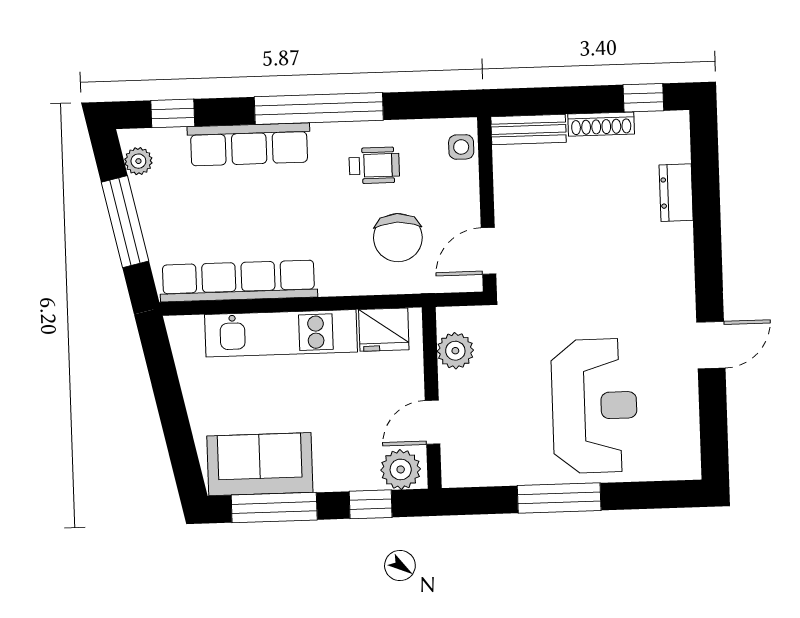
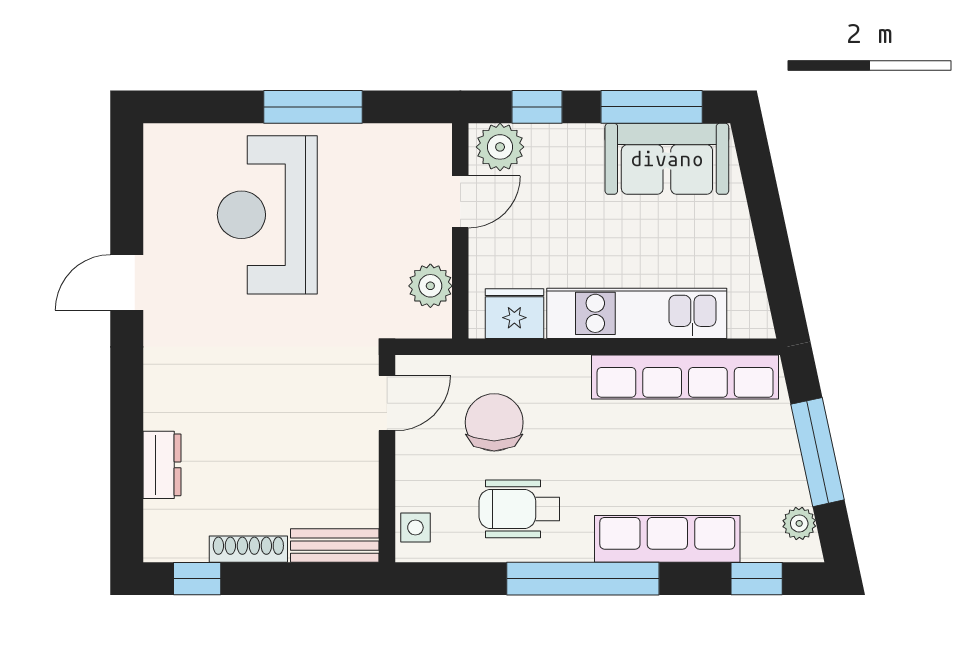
wheelchair: (374, 165) -> (519, 509), width x1.36, depth x1.37

